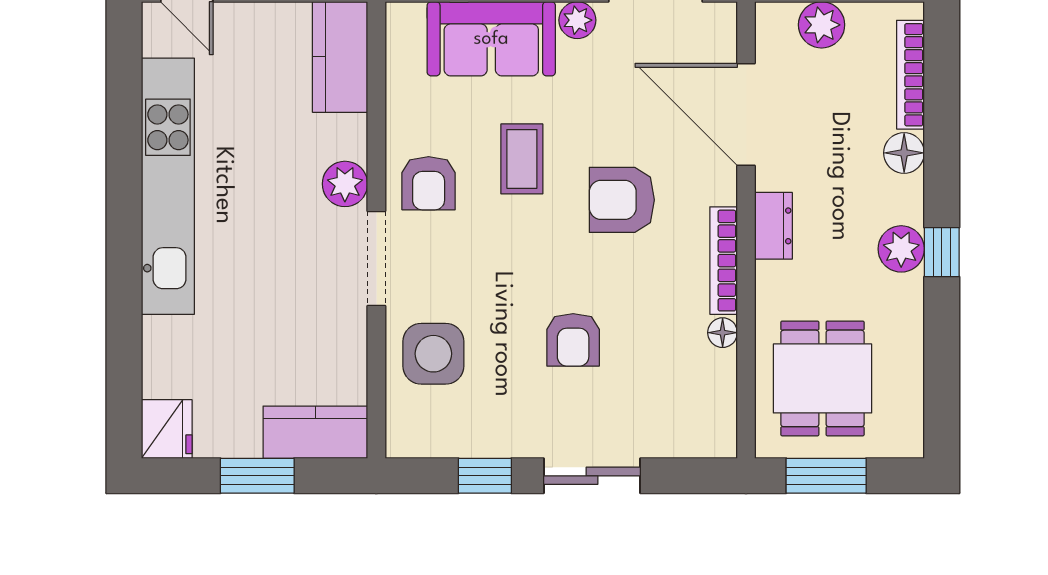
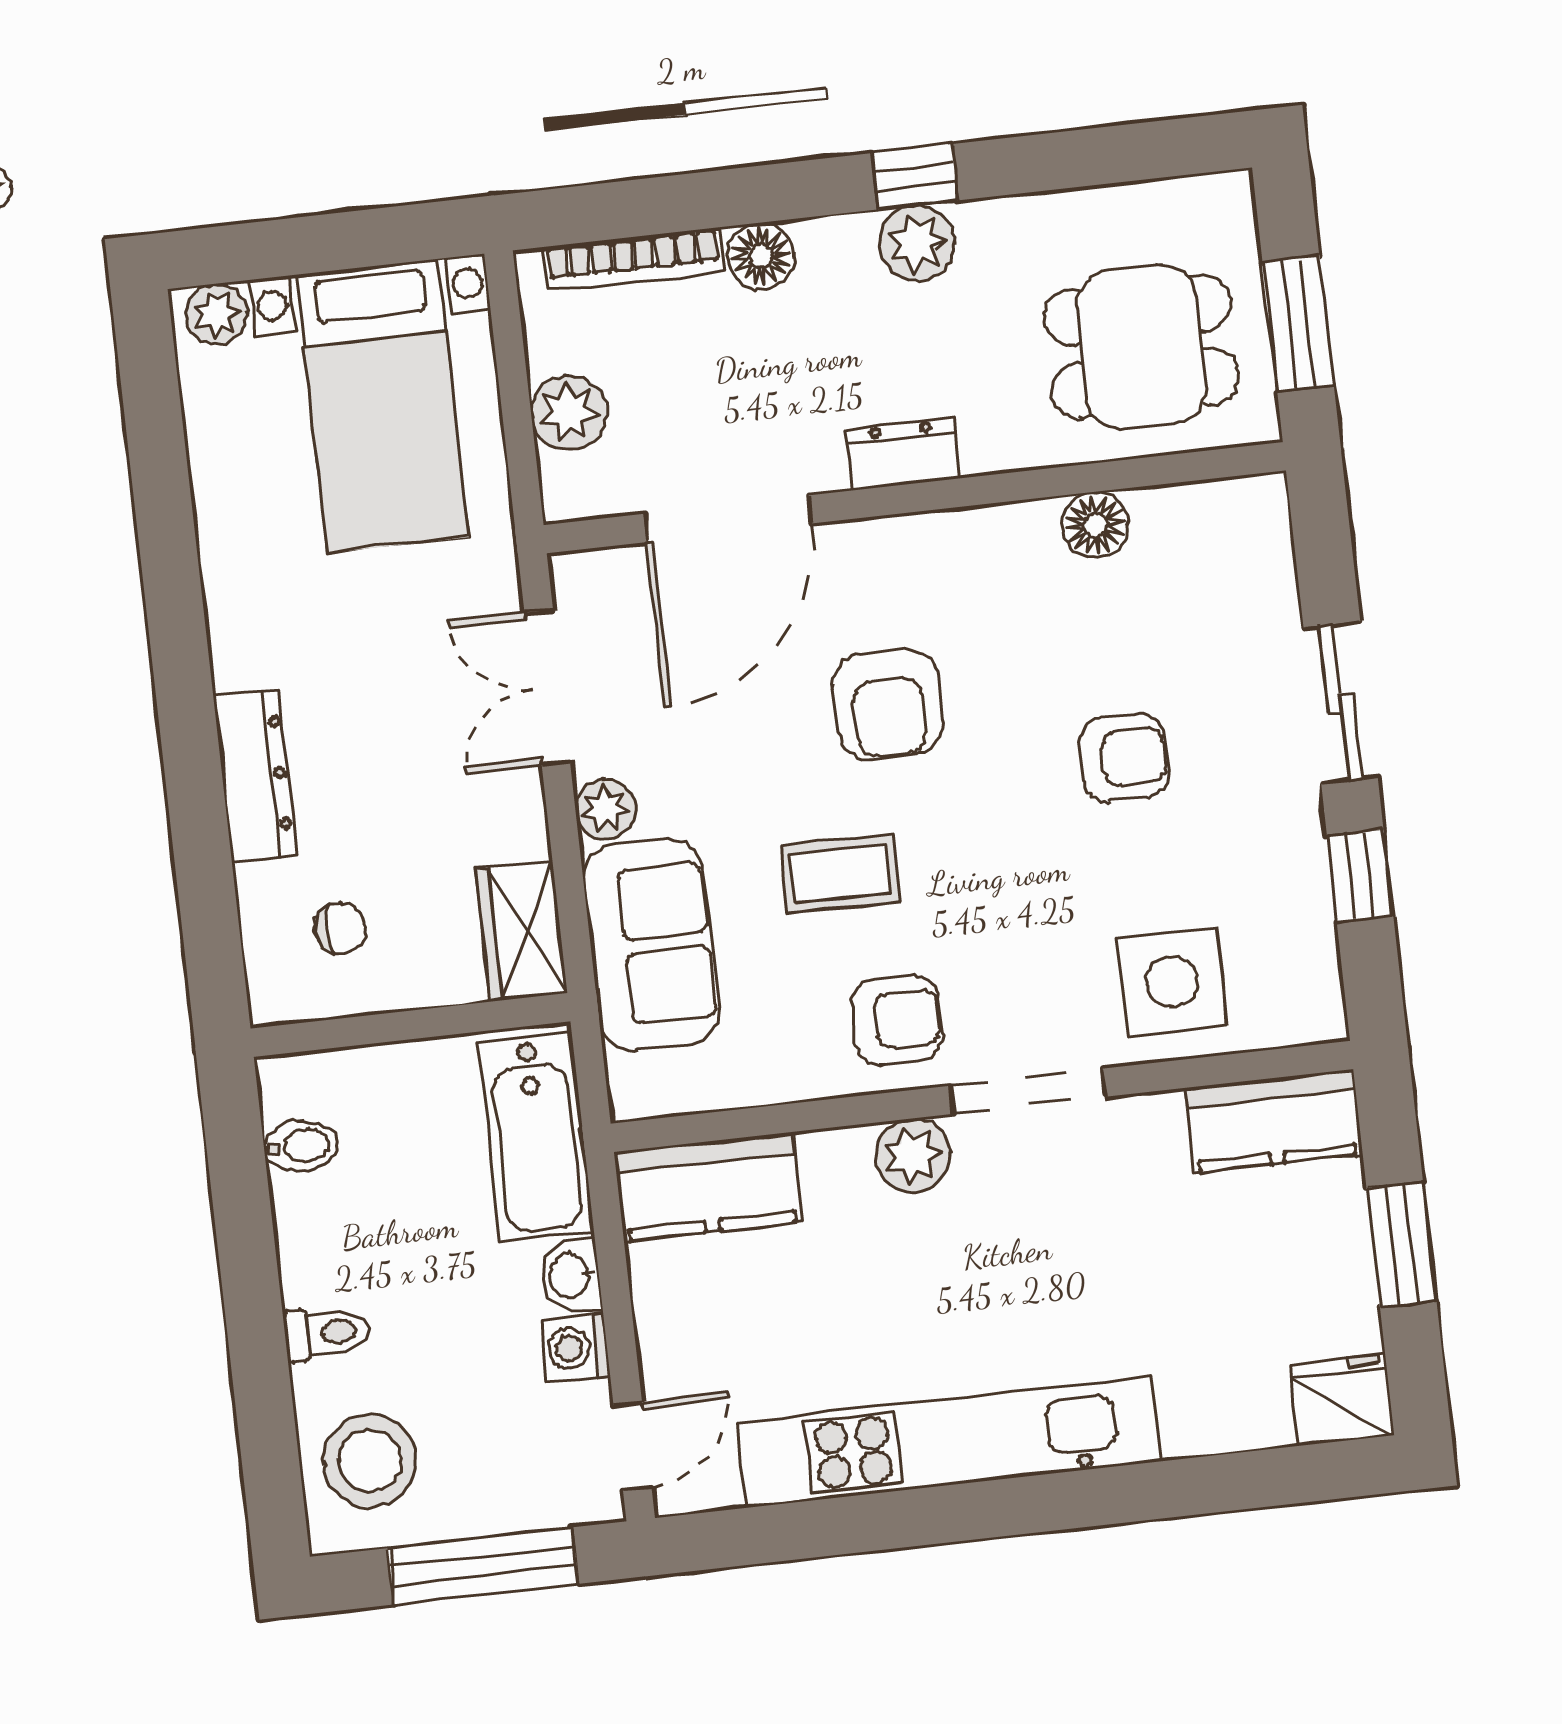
bookcase: (724, 261) -> (968, 529), removed
floor lamp: (723, 333) -> (1095, 525), width x1.37, depth x1.37
kitchen counter: (315, 432) -> (1273, 1121), moved, turned -90

